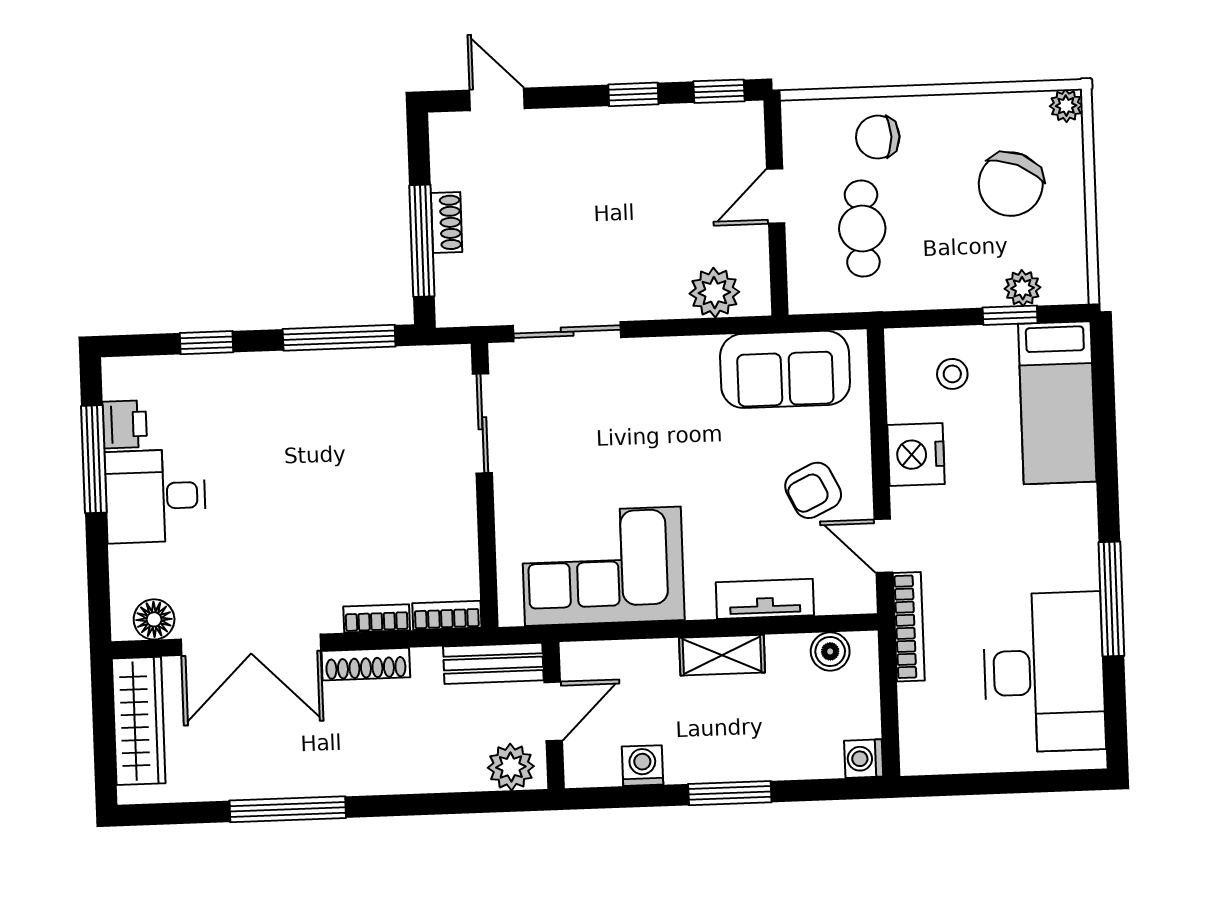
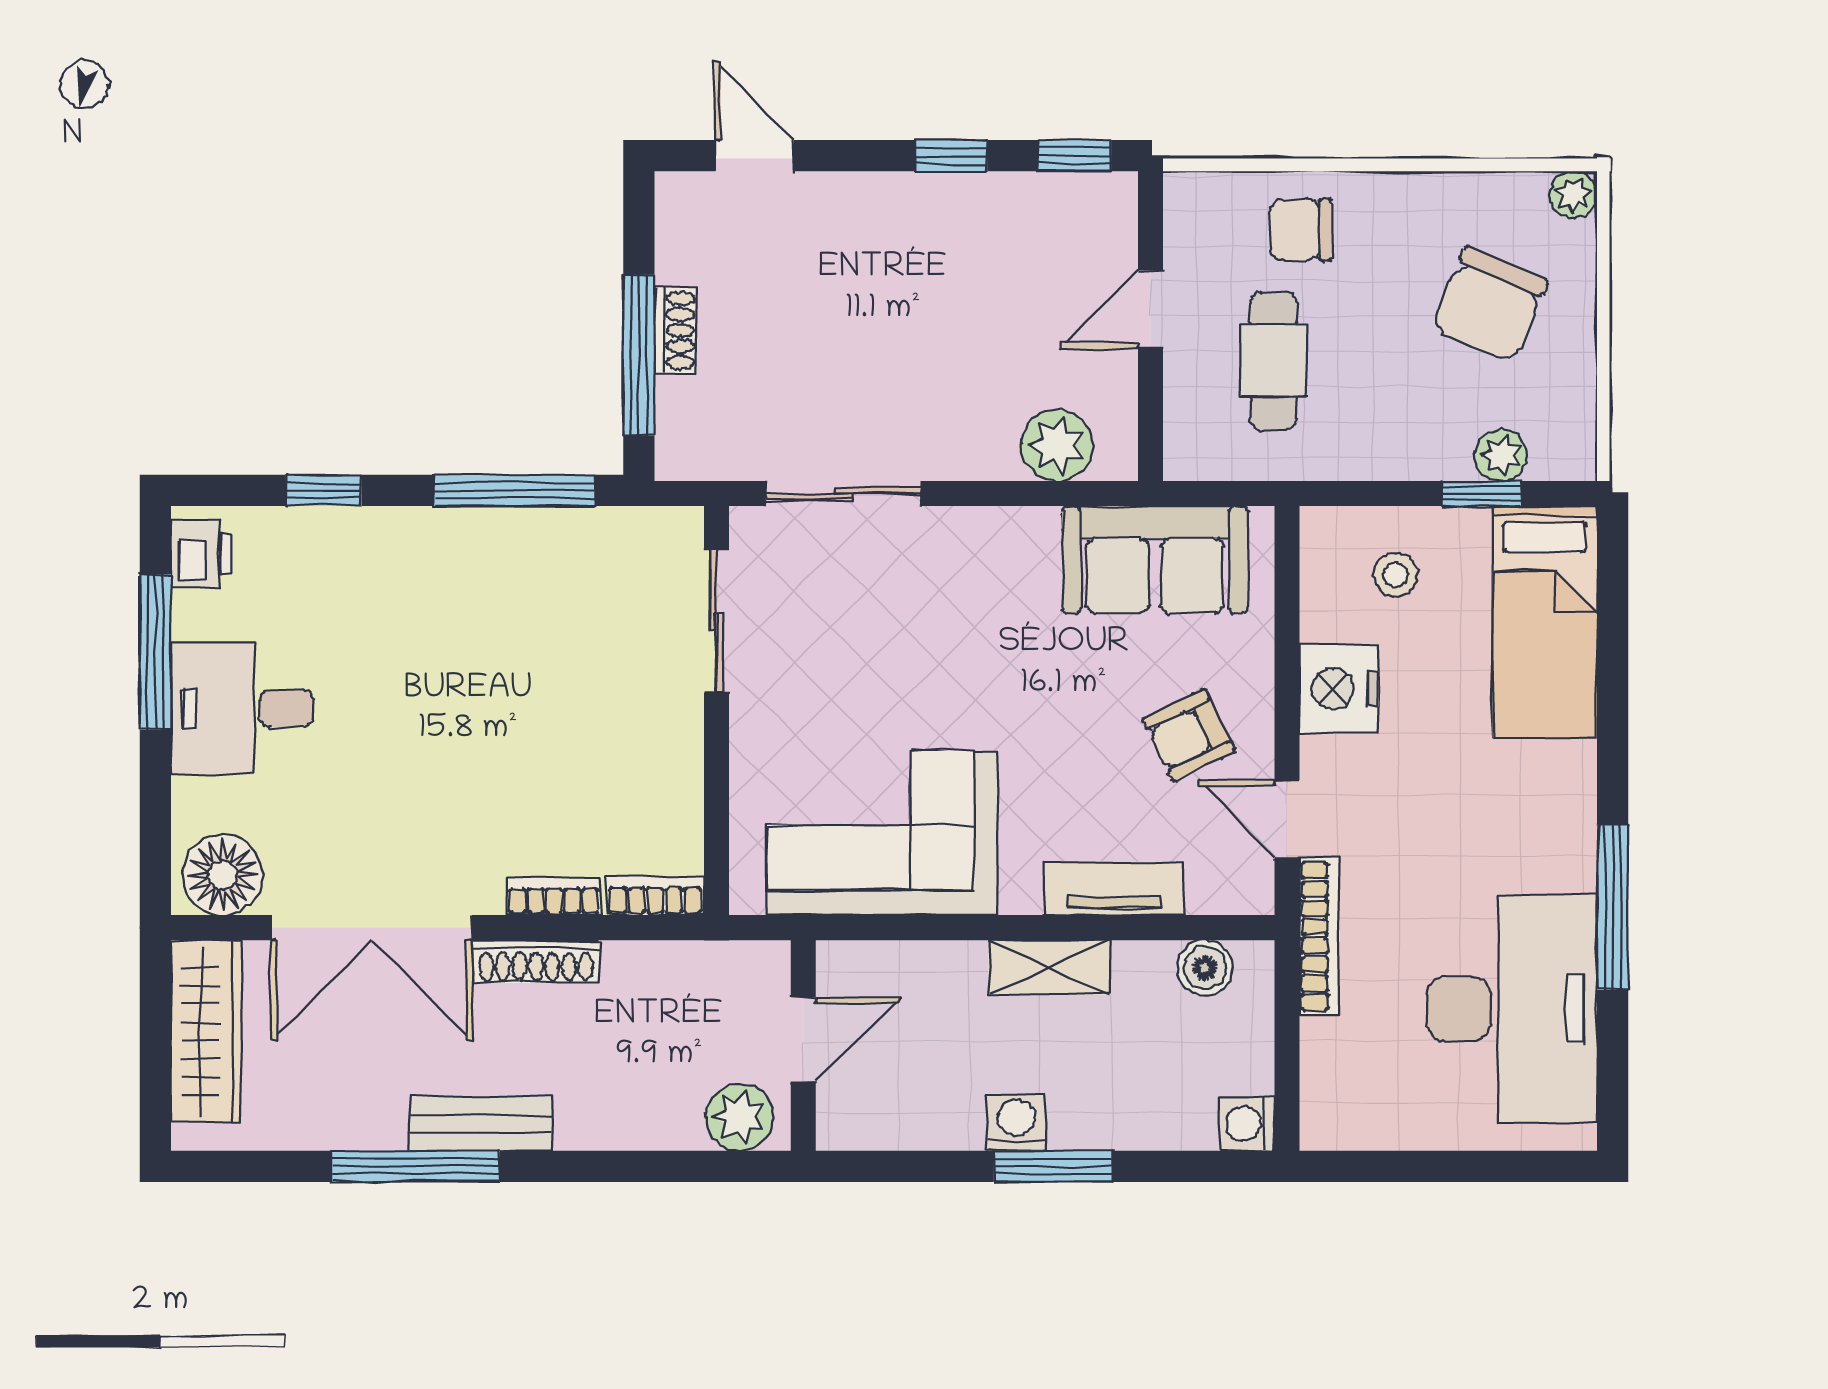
printer: (125, 424) -> (202, 554), moved
floor lamp: (154, 619) -> (223, 875), width x1.38, depth x1.38
bench: (493, 663) -> (480, 1124), moved
washing machine: (642, 766) -> (1017, 1122), moved

